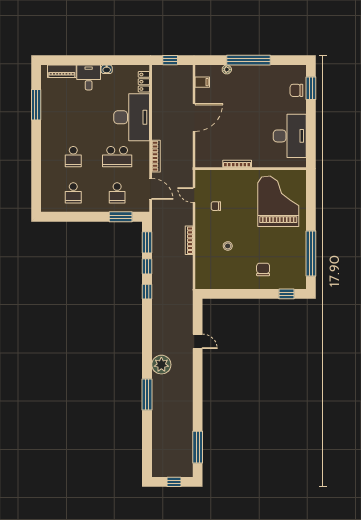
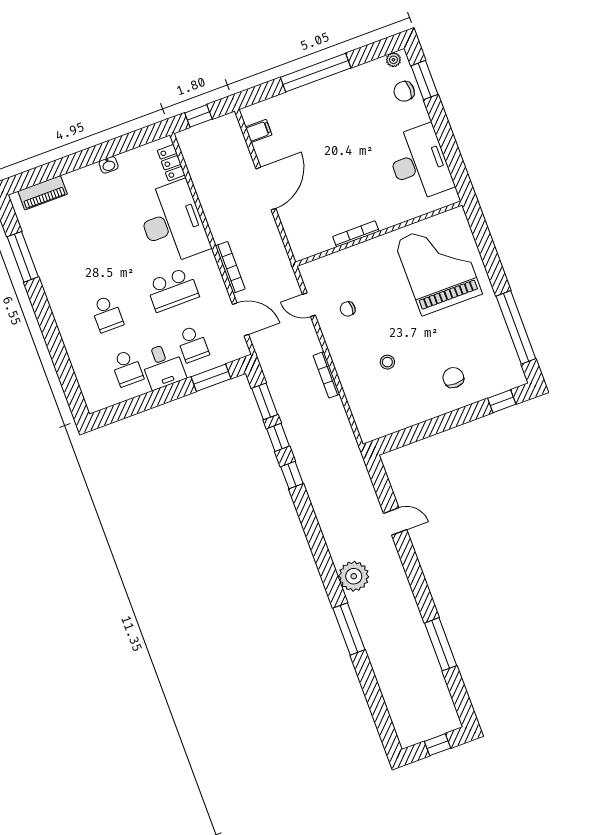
plant: (227, 69) -> (393, 60), moved
desk: (89, 78) -> (163, 366), moved, turned 180
window: (198, 447) -> (441, 644), moved

